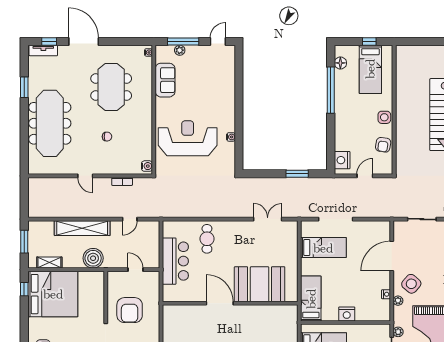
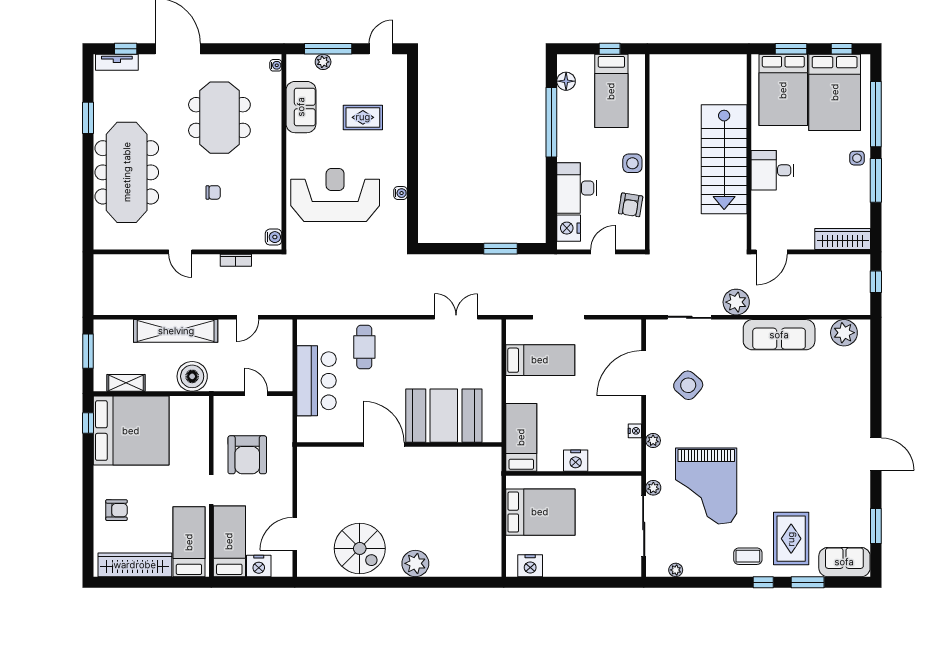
rug: (206, 87) -> (363, 117), added
desk: (348, 134) -> (577, 188), added
side table: (411, 284) -> (688, 385), moved

